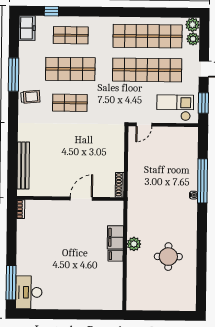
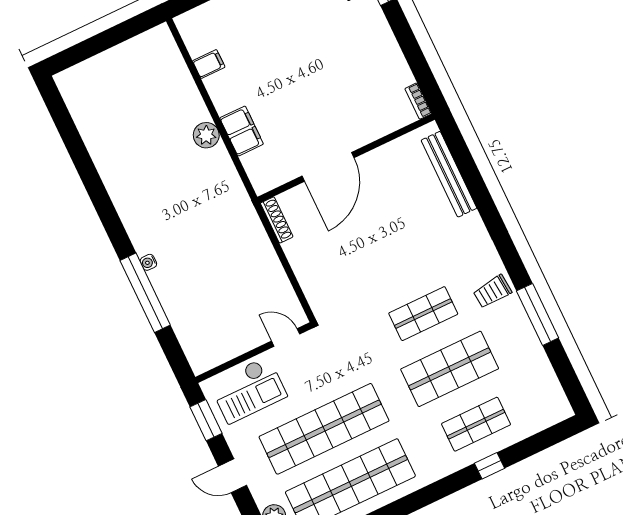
window: (51, 11) -> (490, 466), moved
freezer: (27, 28) -> (553, 401), removed
door: (144, 125) -> (286, 337), hinge flipped
door: (81, 199) -> (328, 167), width x1.36
filing cabinet: (116, 256) -> (209, 64), moved
round table: (168, 257) -> (140, 142), removed

